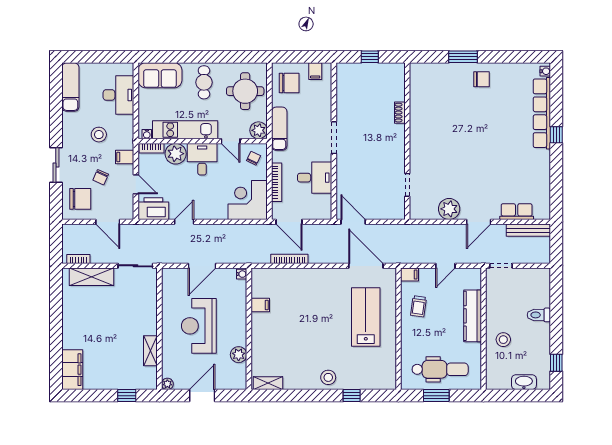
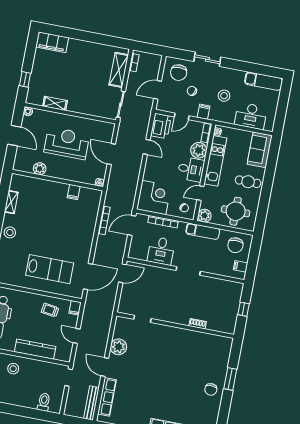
row of seats: (517, 212) -> (107, 397), width x1.48
toilet: (539, 315) -> (44, 402), moved
shelving: (268, 383) -> (11, 202), moved

